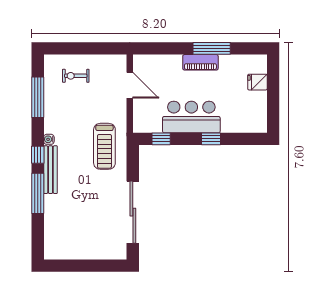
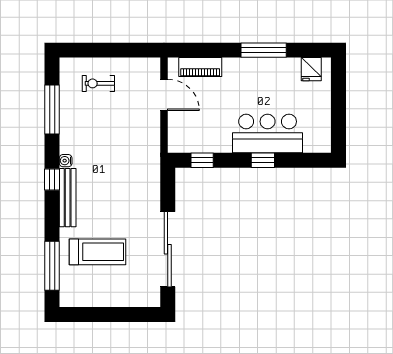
piano: (200, 62) -> (200, 67), moved
fridge: (257, 82) -> (311, 69), moved, turned -90
bar counter: (191, 117) -> (268, 134), moved
treadmill: (104, 146) -> (97, 252), moved, turned -90
window: (38, 193) -> (52, 266), moved

